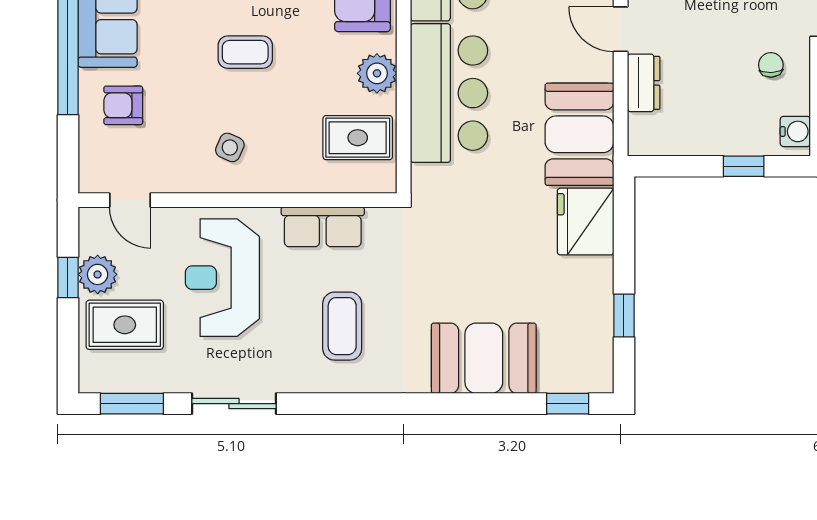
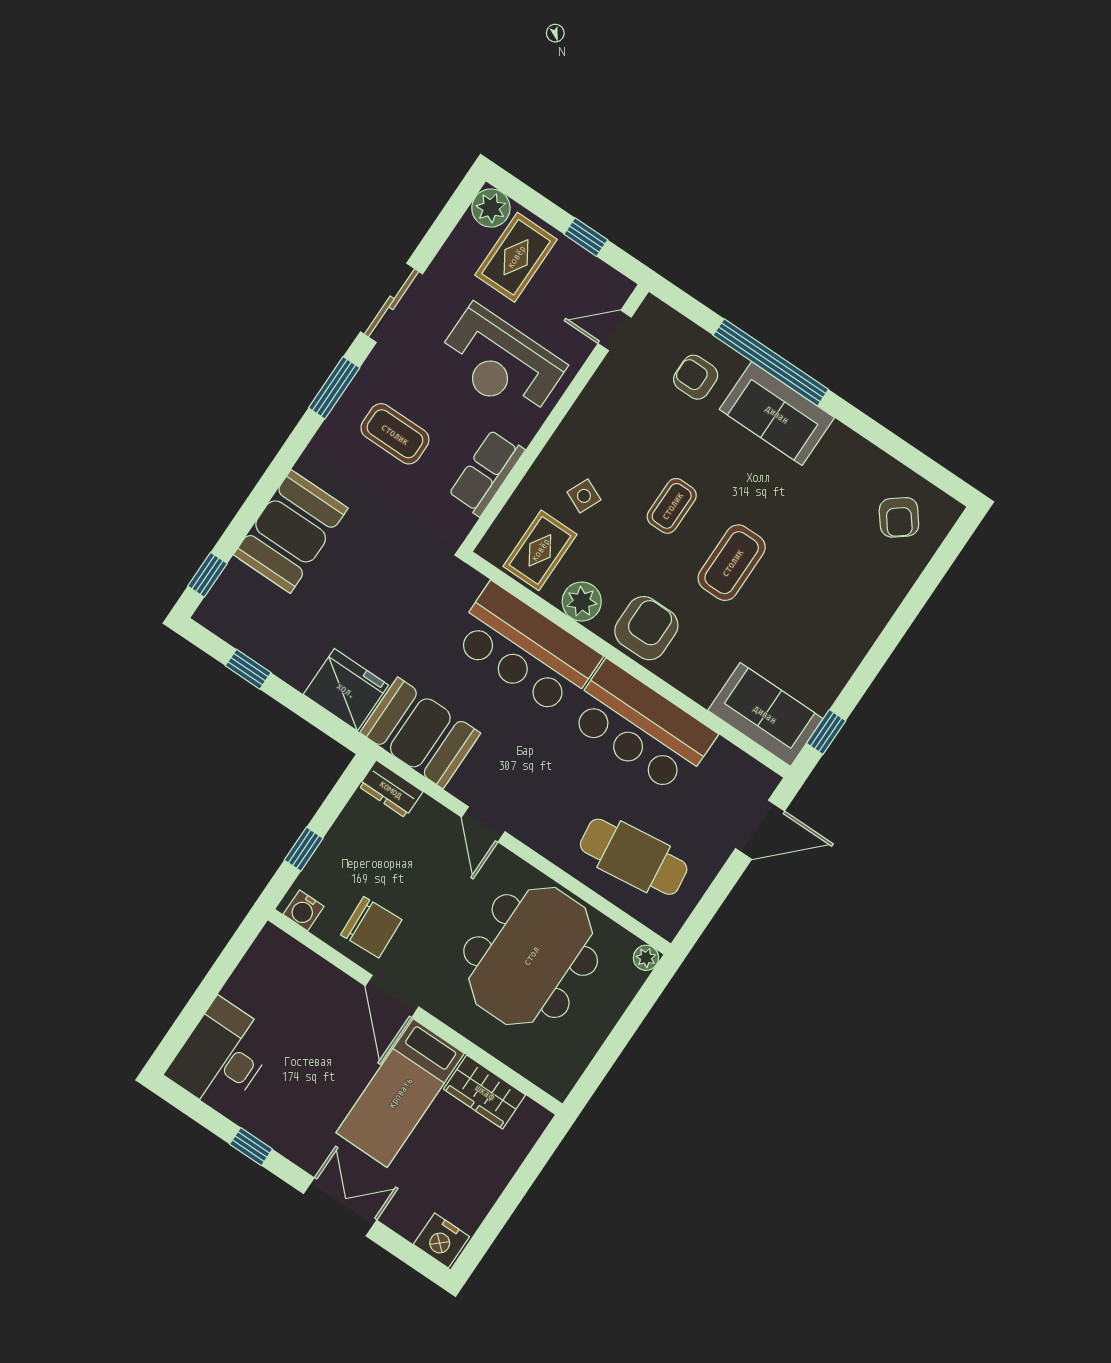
door: (621, 29) -> (483, 824), swing flipped
chair: (771, 65) -> (371, 927), width x1.87, depth x1.87
dresser: (644, 83) -> (391, 789), moved
armchair: (123, 105) -> (696, 377), turned -90
side table: (230, 147) -> (584, 496), moved
plant: (98, 274) -> (491, 208), moved
reception desk: (222, 278) -> (501, 363), turned 180
window: (132, 404) -> (334, 388), moved

